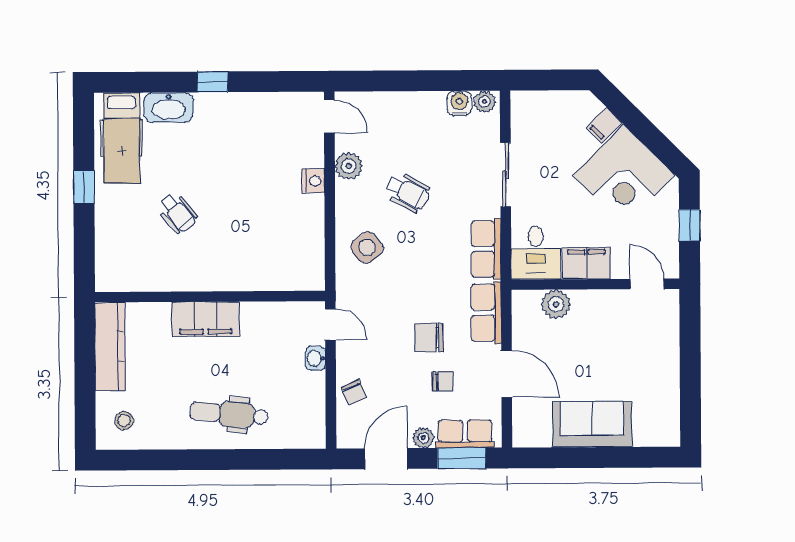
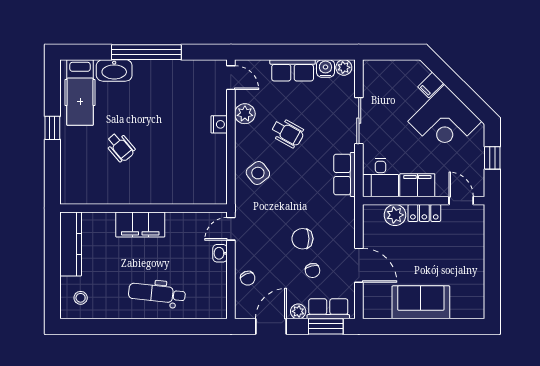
window: (213, 82) -> (146, 52), width x3.17
locker: (596, 301) -> (424, 213), added
row of seats: (486, 313) -> (293, 70), moved, turned -90
door: (330, 325) -> (231, 229), swing flipped
chair: (443, 381) -> (313, 270), turned 77

